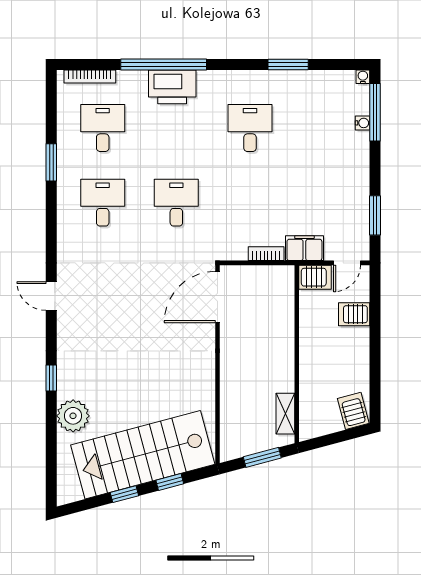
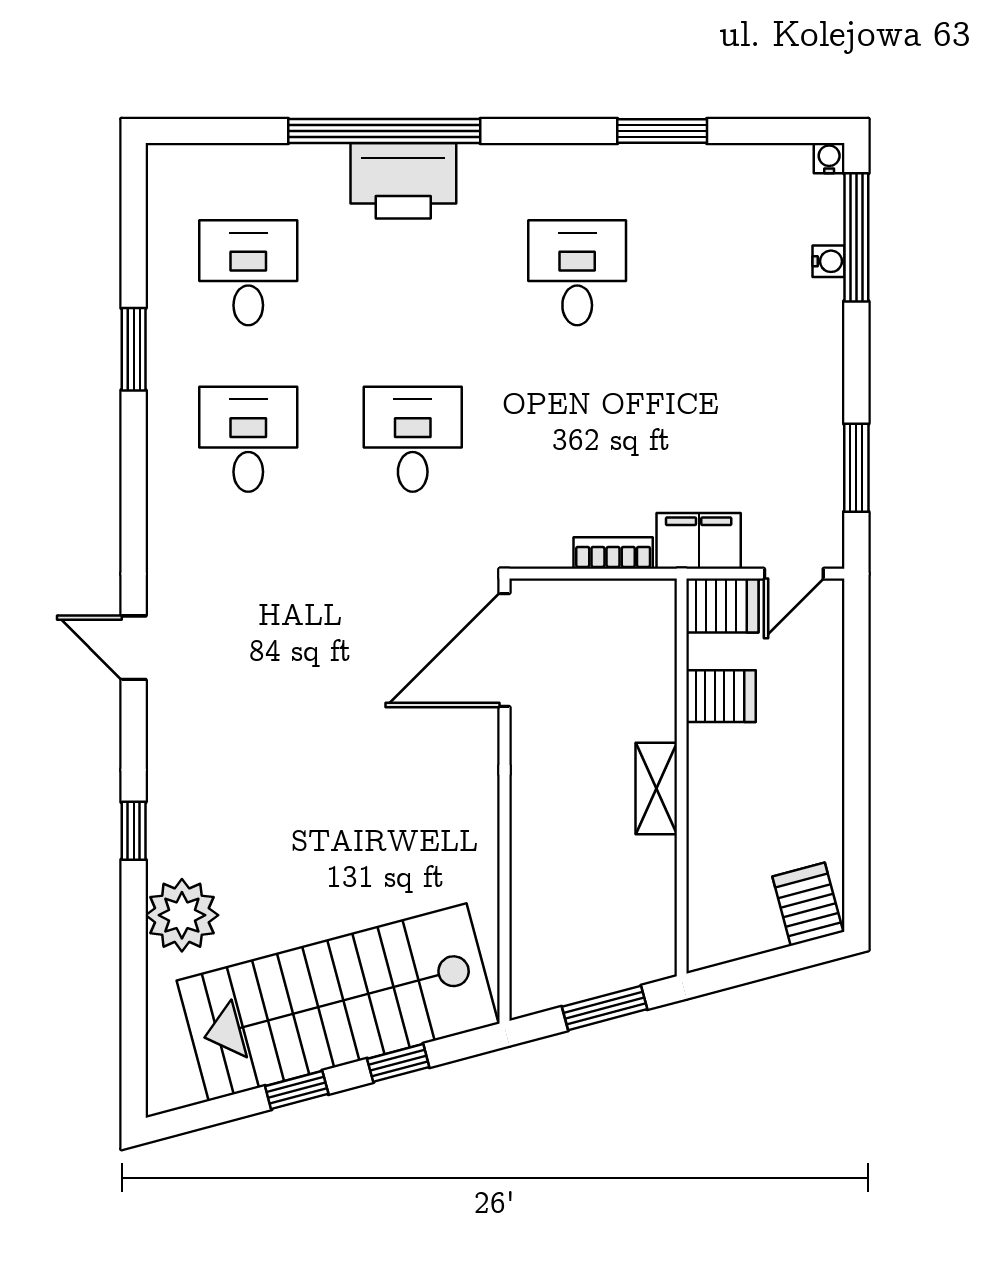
bookcase: (90, 77) -> (220, 158), removed
server rack: (354, 314) -> (721, 696), moved, turned 180
shelving: (285, 414) -> (656, 789), moved

